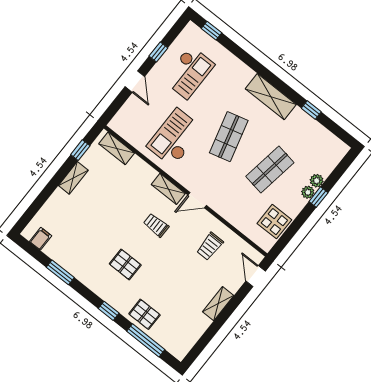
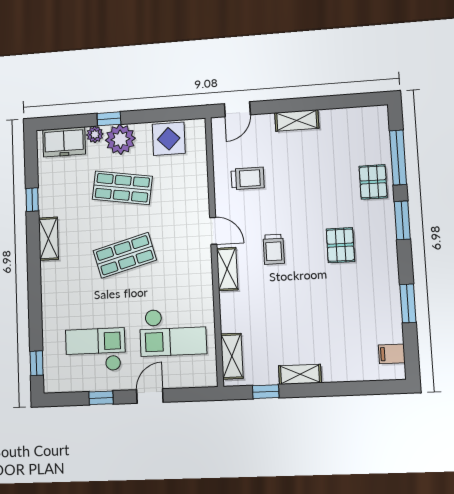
shelving: (271, 97) -> (49, 239), width x0.67, depth x0.75
checkout: (175, 138) -> (173, 332), moved
freezer: (329, 159) -> (64, 142), added
plant: (308, 192) -> (120, 139), width x1.88, depth x1.88
window: (109, 311) -> (402, 220), width x1.50

